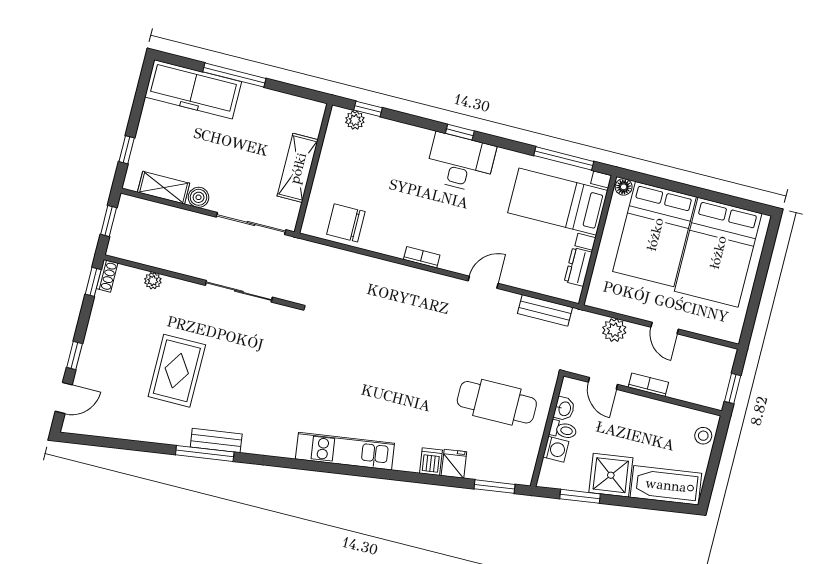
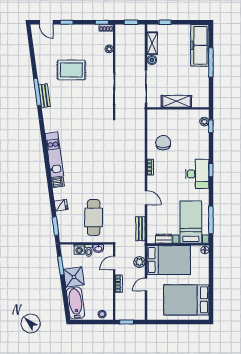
chair: (346, 223) -> (163, 143), moved
bed: (655, 234) -> (169, 260), moved, turned 180
dishwasher: (431, 462) -> (58, 182), moved

